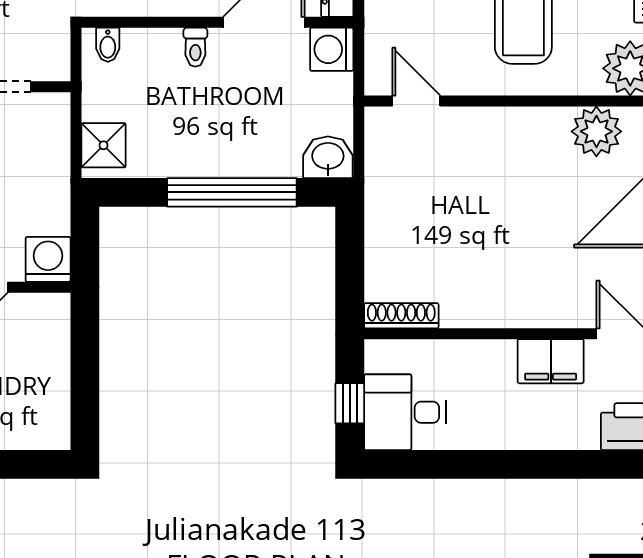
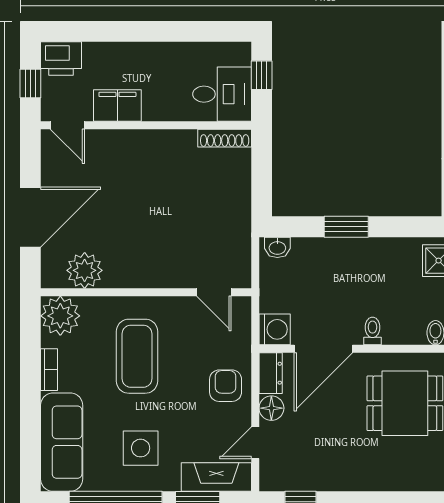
washbasin: (328, 157) -> (277, 247), width x0.72, depth x0.69
window: (232, 192) -> (346, 227), width x0.47
desk: (405, 412) -> (222, 94), moved

